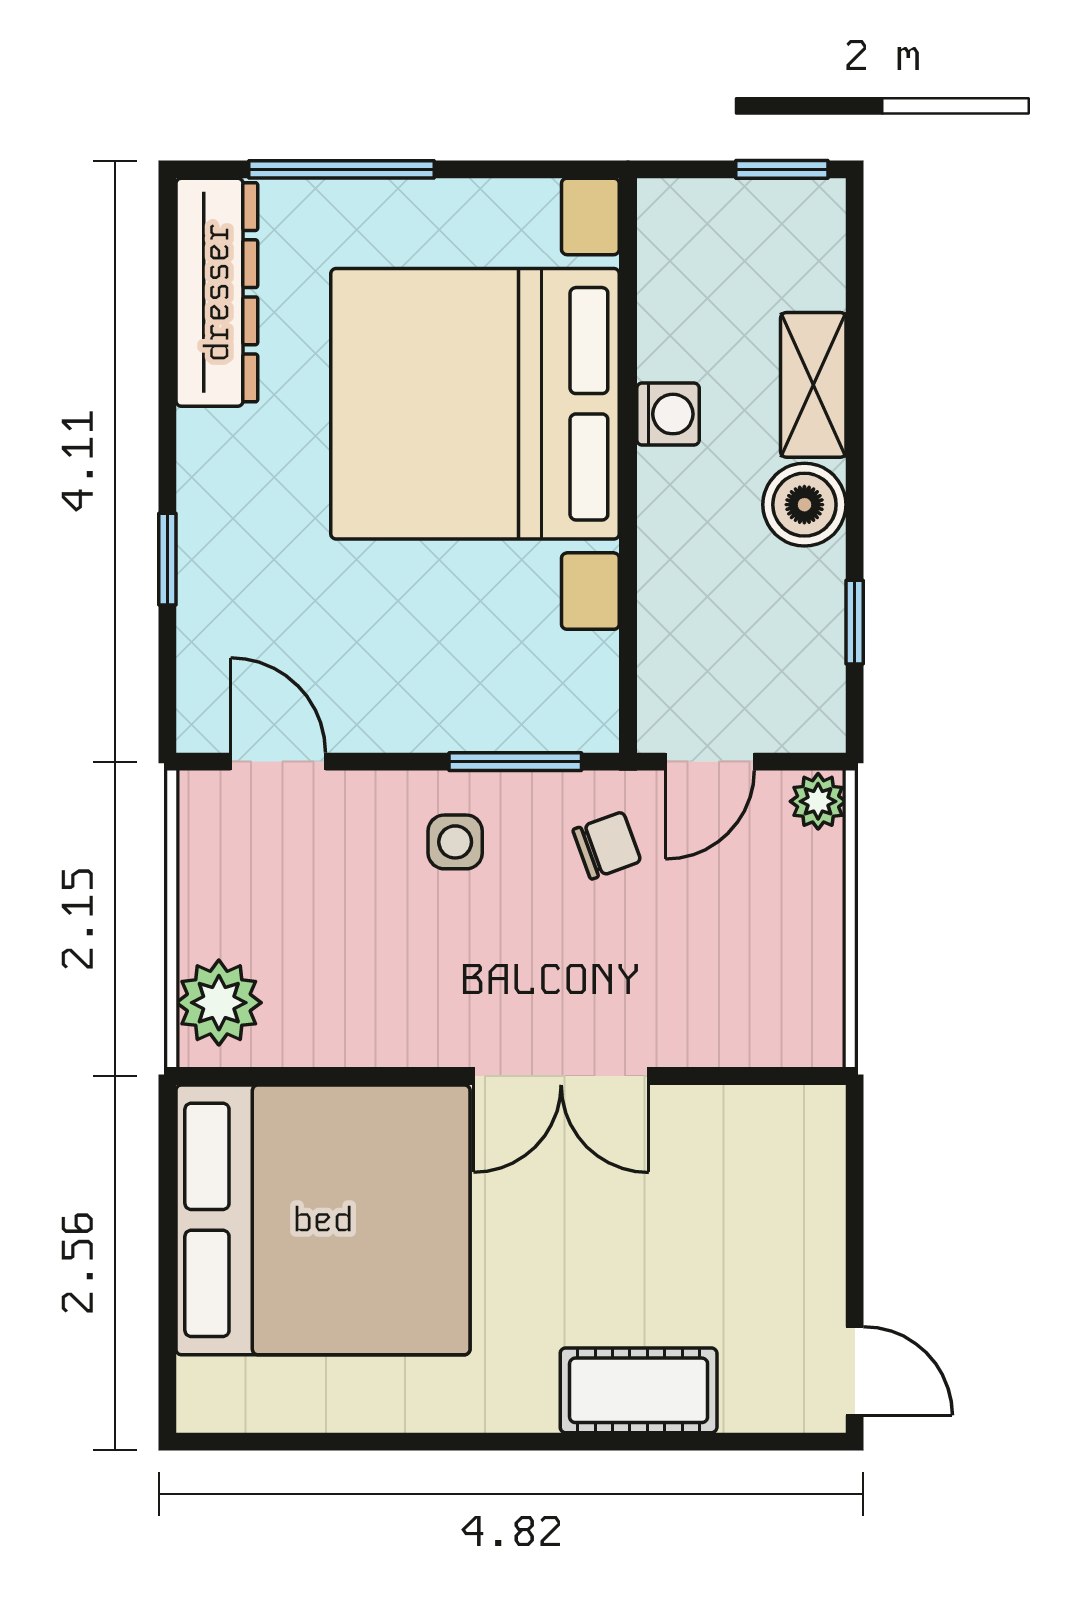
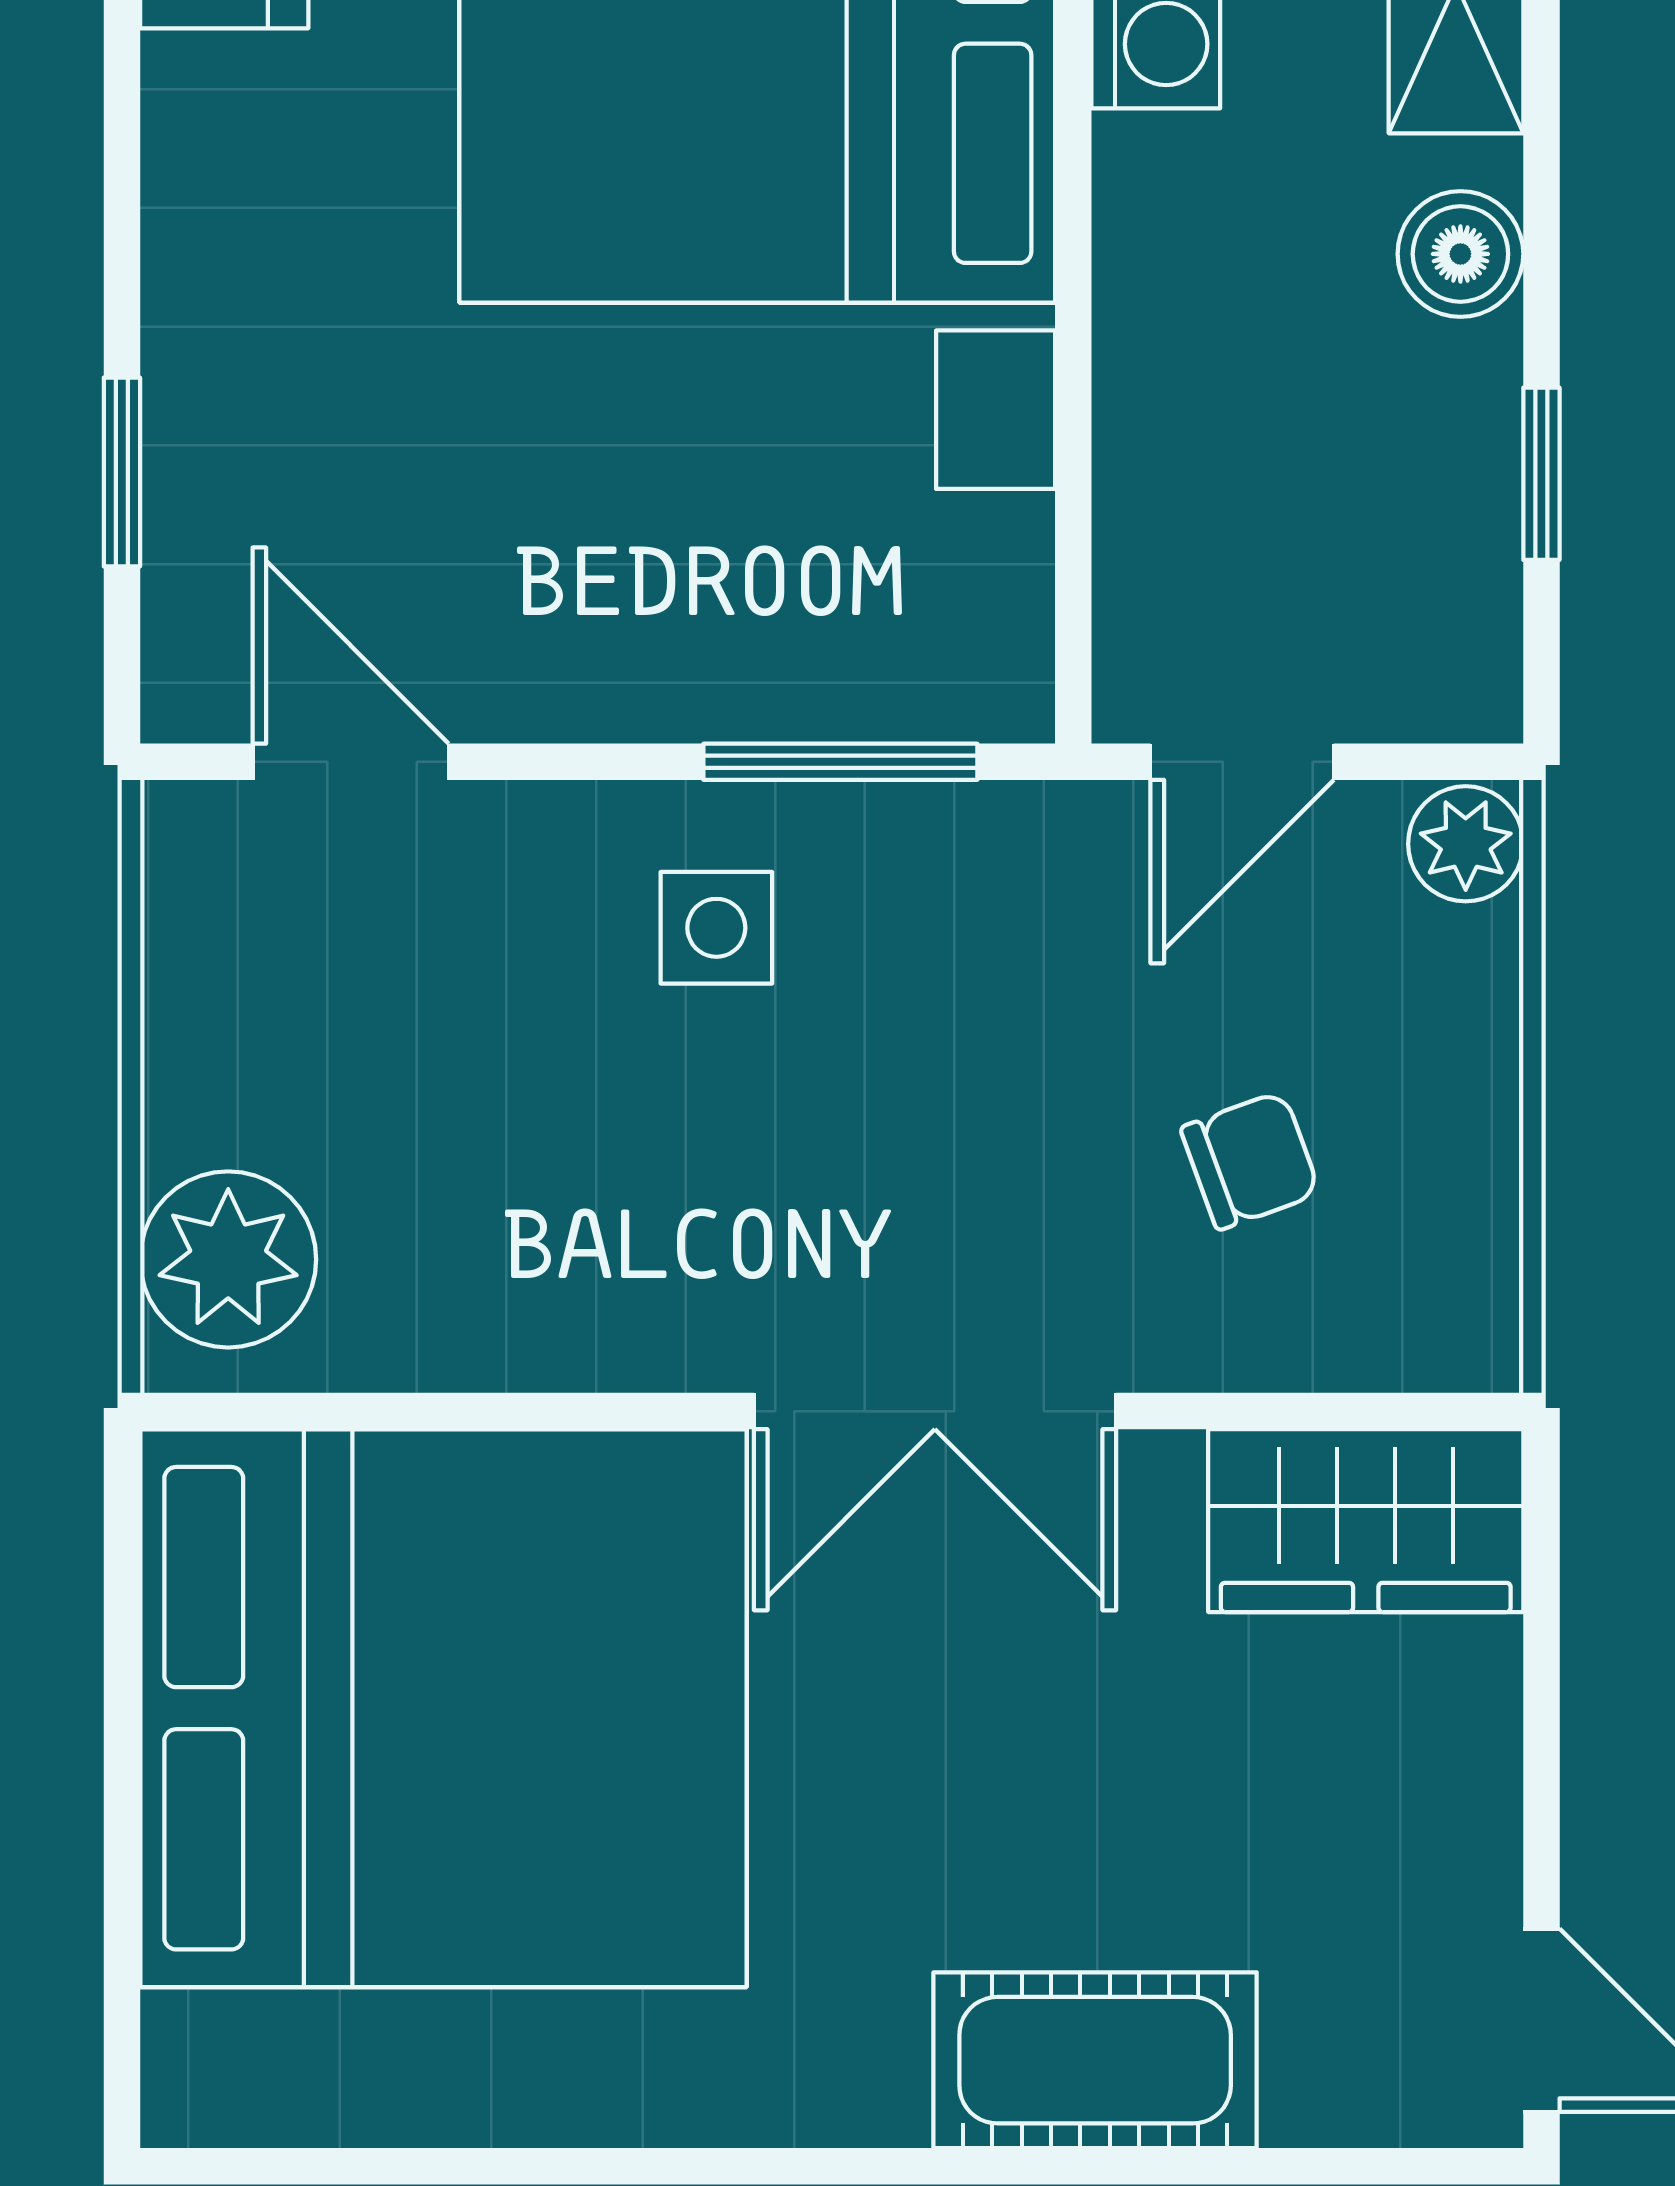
boiler: (804, 505) -> (1460, 254), width x0.73, depth x0.73
window: (167, 559) -> (122, 472), moved
chair: (607, 845) -> (1250, 1160), moved
wardrobe: (770, 1129) -> (1366, 1521), added

